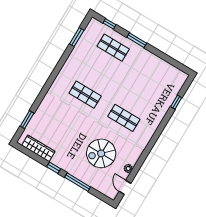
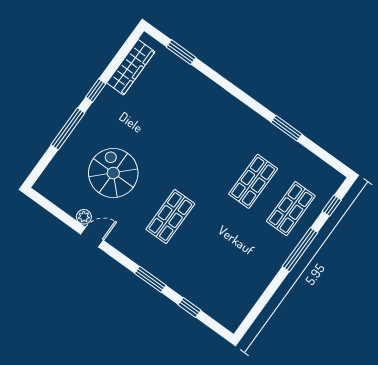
window: (77, 37) -> (286, 128), moved
window: (137, 40) -> (300, 250), width x1.44
shop shelf: (85, 95) -> (253, 181), moved
window: (162, 126) -> (150, 279), added
door: (125, 187) -> (92, 237), moved

